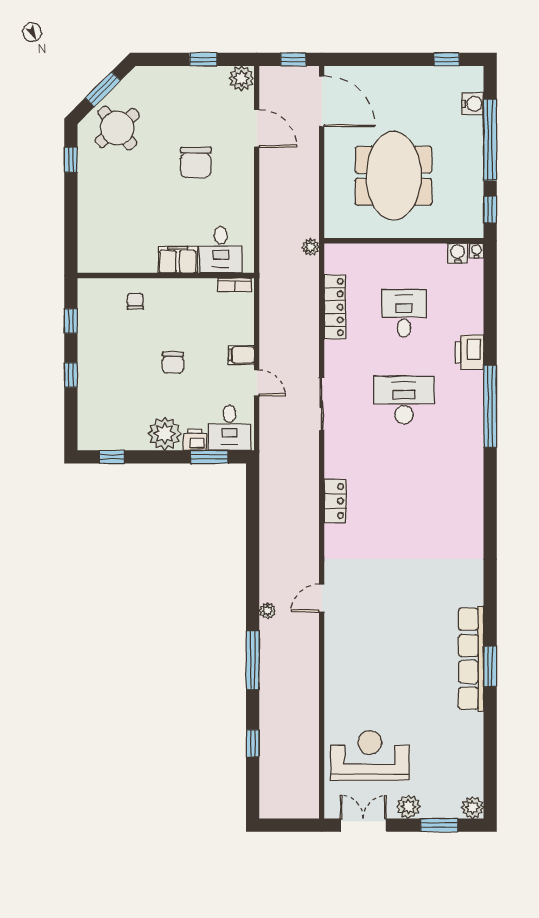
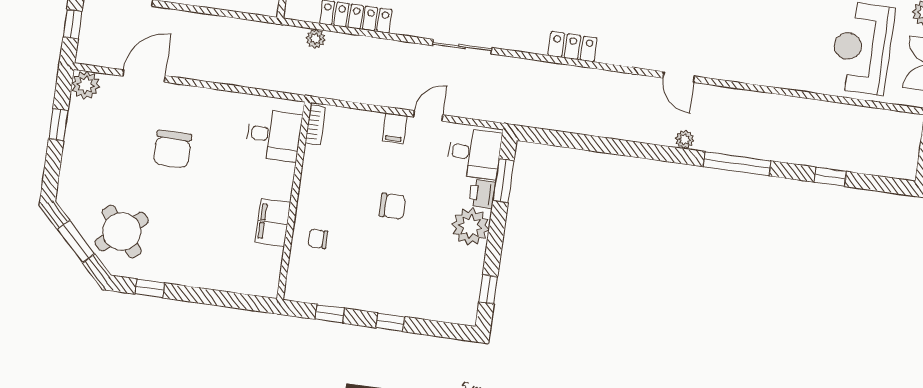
chair: (196, 162) -> (172, 149), turned 90
plant: (310, 247) -> (316, 39), moved
filing cabinet: (178, 260) -> (273, 223), moved

